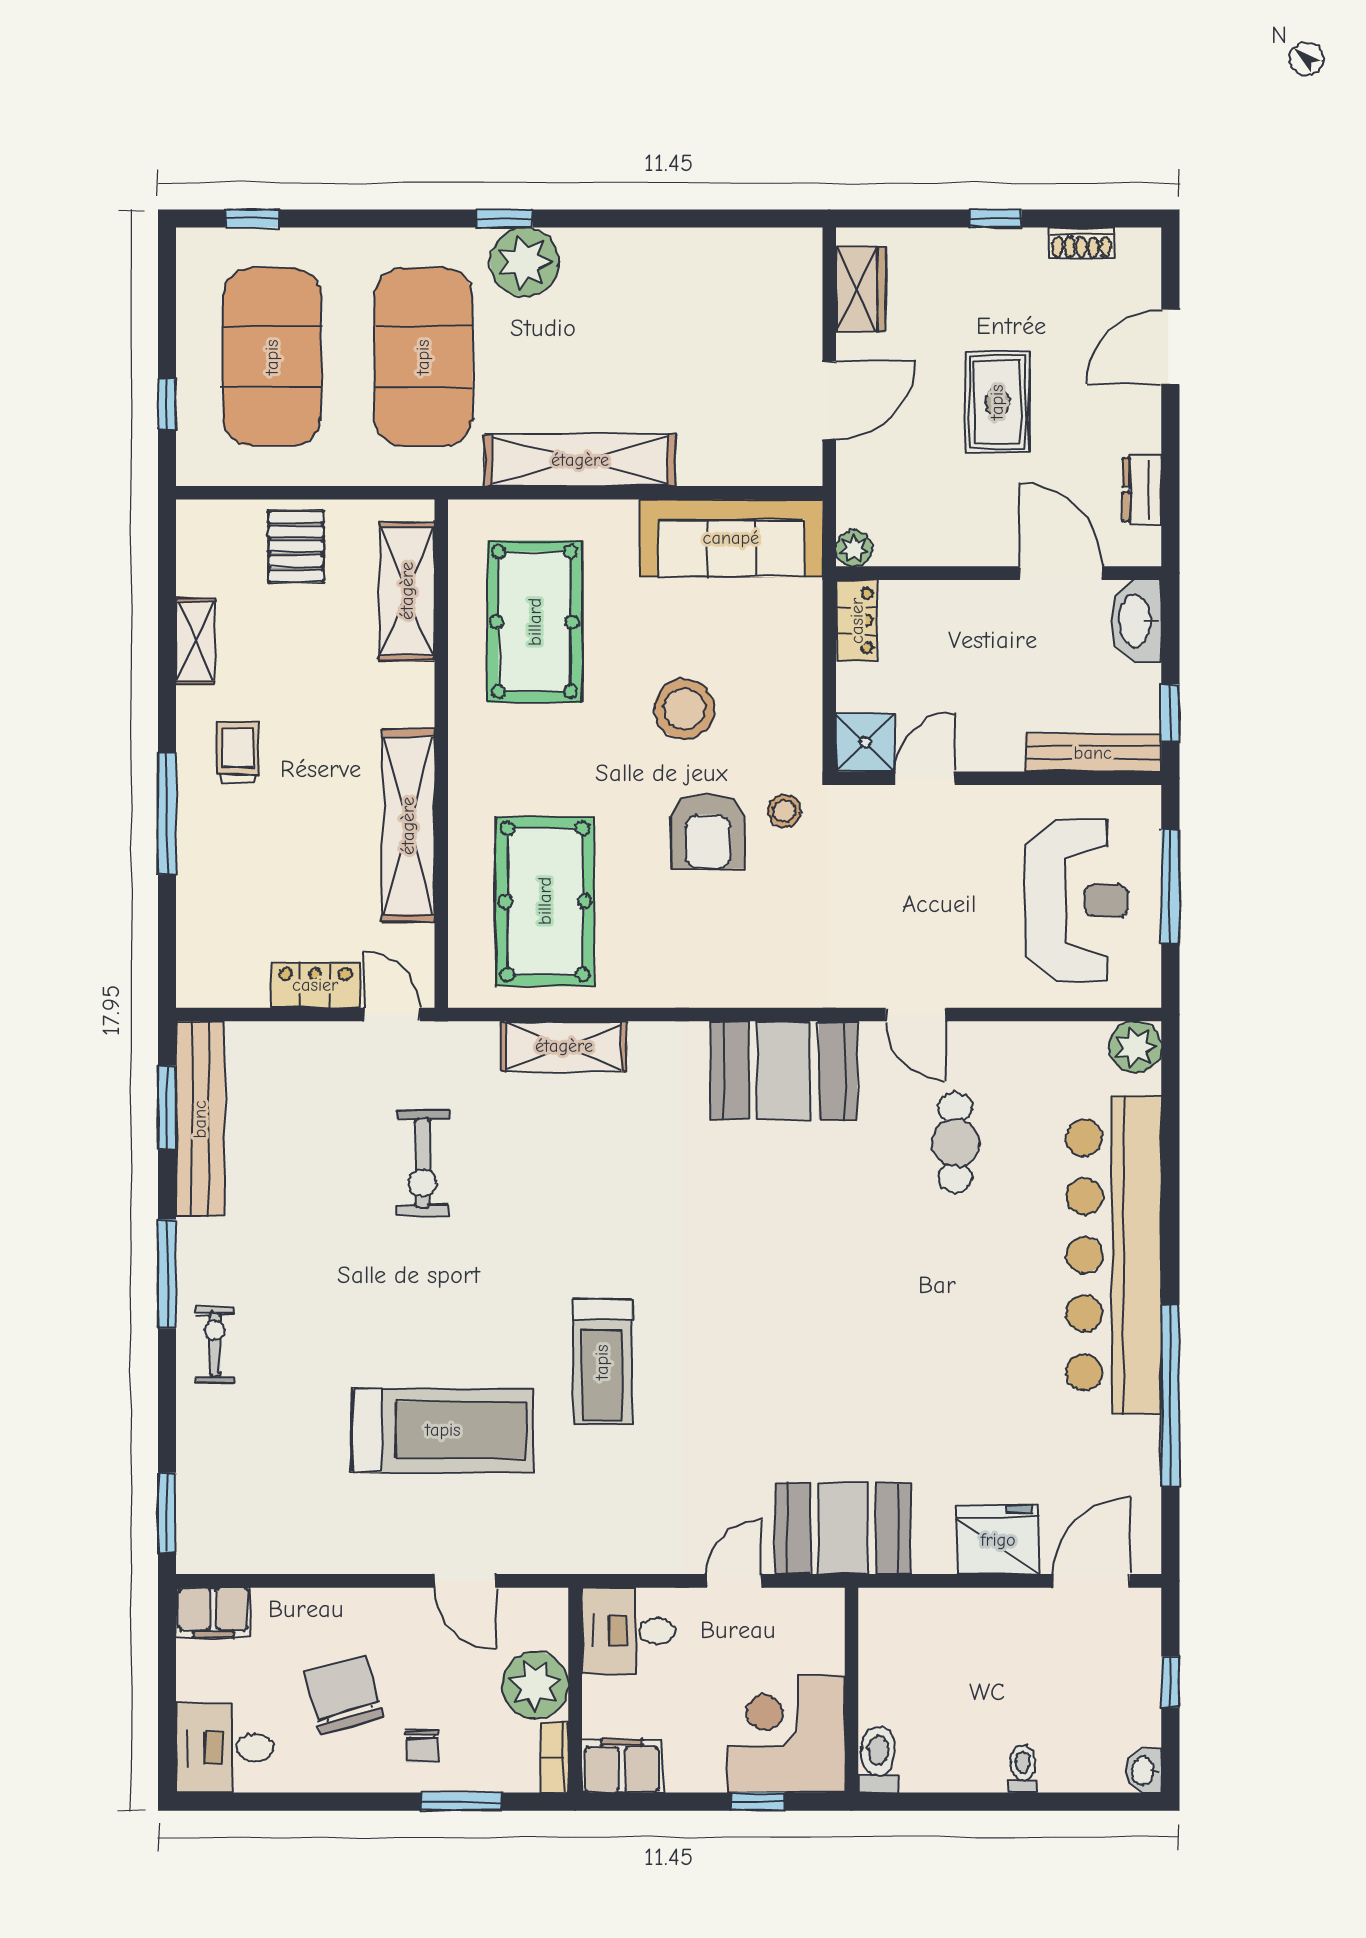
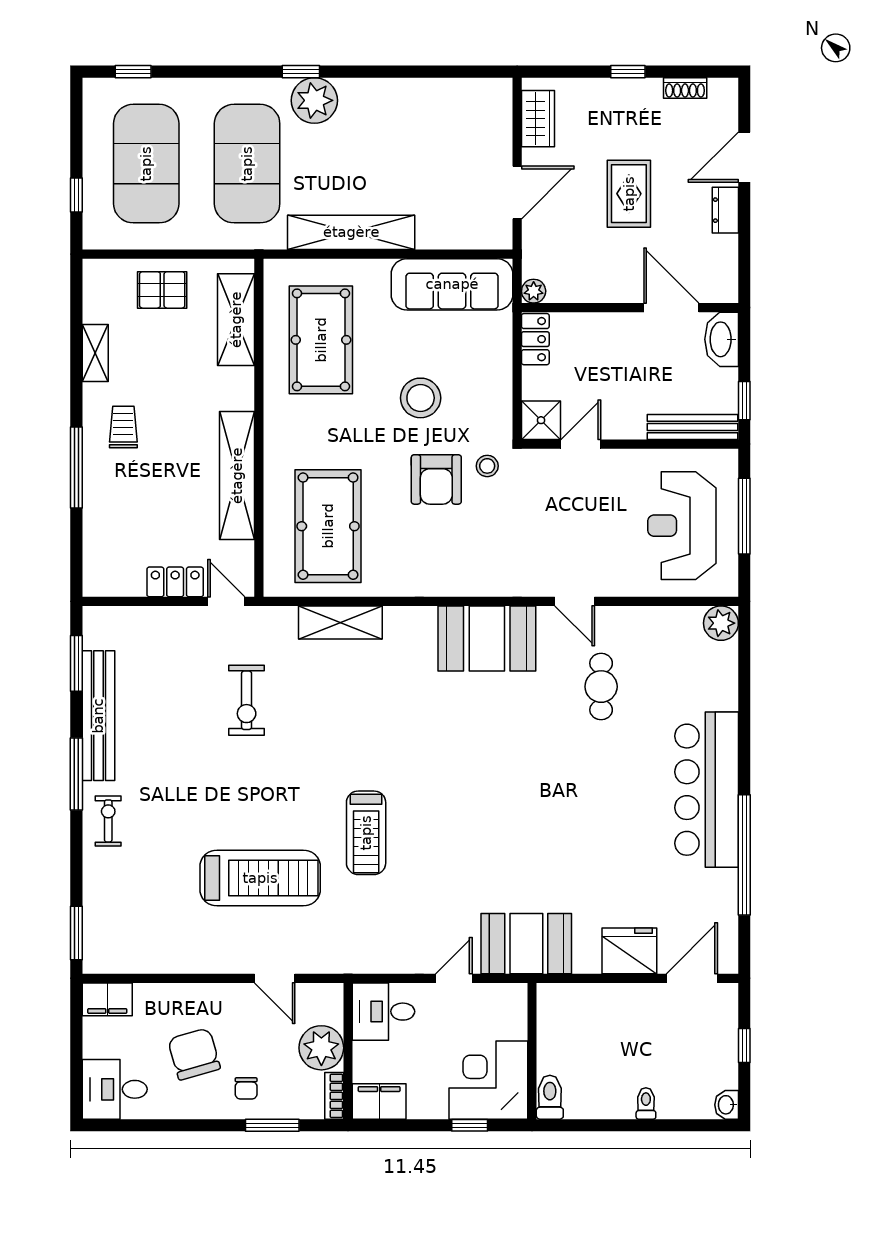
dresser: (1142, 490) -> (725, 210), moved
pallet: (296, 547) -> (162, 290), turned 90
reception desk: (1077, 901) -> (682, 526), turned 180
bench: (200, 1119) -> (98, 716), moved
bar counter: (1114, 1255) -> (707, 790), width x0.73

